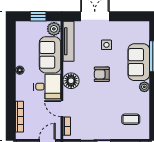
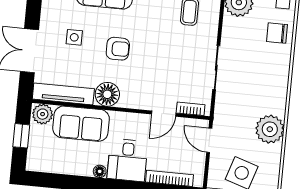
armchair: (102, 74) -> (118, 49), turned -90
floor lamp: (71, 81) -> (107, 94), moved
desk: (47, 87) -> (127, 160), moved, turned 180

